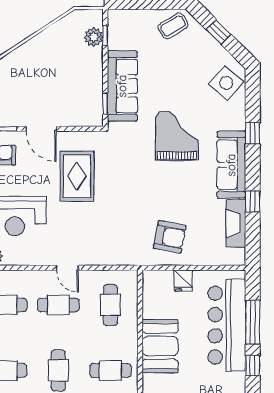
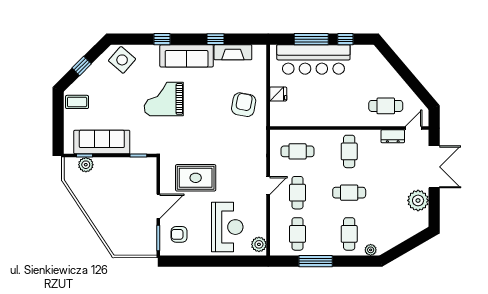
coffee table: (173, 26) -> (77, 102), turned -59
sofa: (122, 86) -> (102, 142), moved
booth: (160, 346) -> (330, 112), removed

